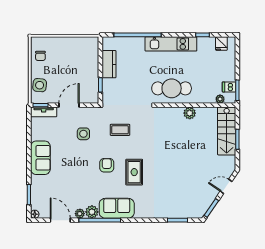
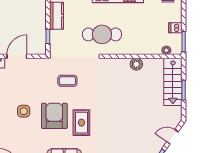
dishwasher: (229, 87) -> (175, 28), moved
cafe table: (172, 88) -> (102, 34), moved
side table: (83, 134) -> (24, 111), moved
armchair: (107, 165) -> (54, 116), width x1.88, depth x1.88

